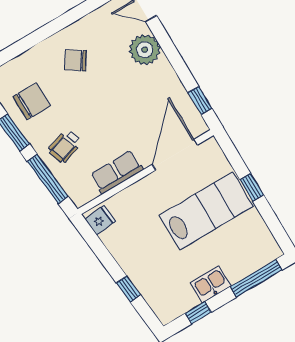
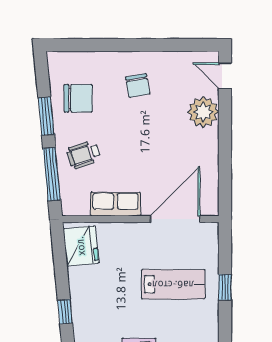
chair: (76, 60) -> (138, 86), turned -133
window: (200, 101) -> (225, 185), removed
lab bench: (206, 211) -> (173, 284), width x0.73, depth x0.72
fridge: (100, 220) -> (81, 246), width x1.88, depth x1.34

